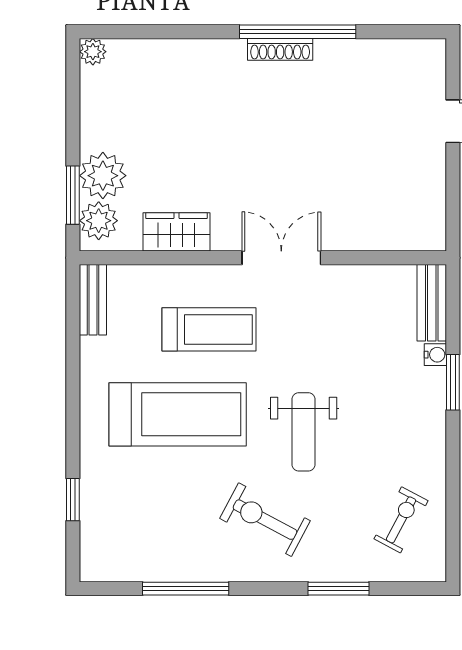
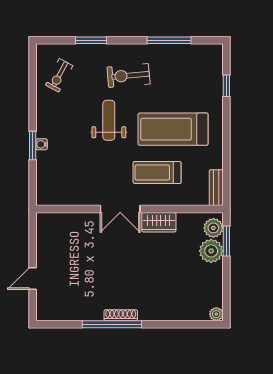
wardrobe: (177, 232) -> (159, 222), moved
bench: (432, 303) -> (43, 186), removed
water cooler: (435, 355) -> (42, 144), moved
exercise bike: (265, 520) -> (128, 76), turned 147

